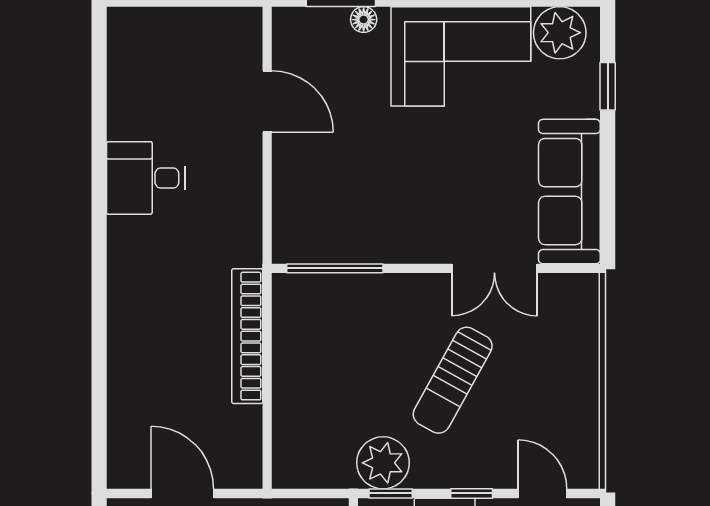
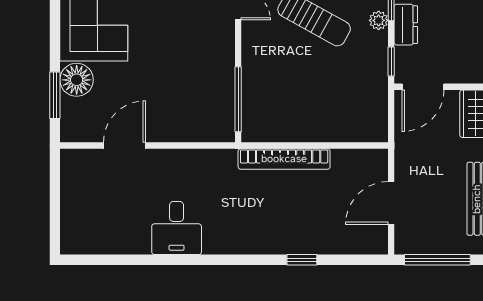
floor lamp: (364, 20) -> (77, 80), width x1.89, depth x1.89
window: (99, 362) -> (302, 260), added
plant: (383, 463) -> (379, 20), moved, width x0.53, depth x0.53

